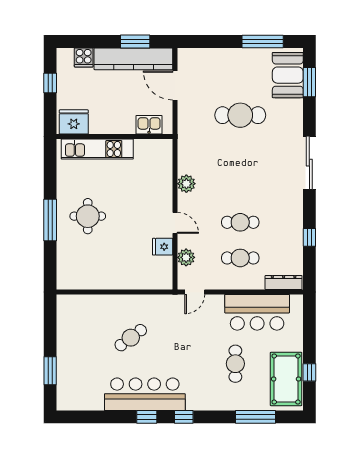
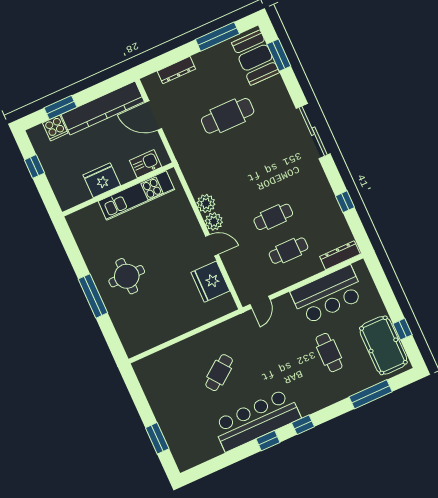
window: (135, 41) -> (60, 107), moved
dresser: (213, 55) -> (176, 70), added
fridge: (74, 122) -> (102, 180), moved
kitchen unit: (97, 149) -> (136, 195), moved
fridge: (163, 247) -> (210, 282), width x1.88, depth x1.34
plant: (186, 257) -> (214, 221), moved

